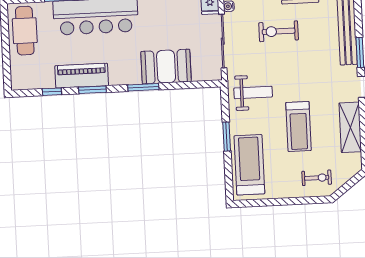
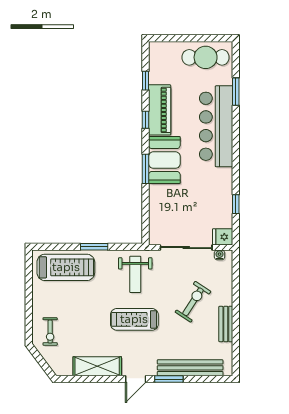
exercise bike: (279, 31) -> (193, 302), turned 33
booth: (166, 67) -> (164, 160), moved
window: (92, 90) -> (145, 120), width x0.67
treadmill: (299, 126) -> (134, 319), moved

